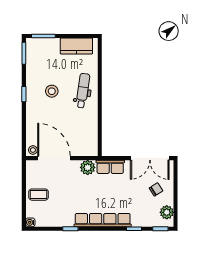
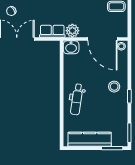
kitchen counter: (76, 46) -> (90, 139), width x1.50
stool: (52, 91) -> (114, 87), moved
washbasin: (89, 149) -> (71, 47), added

